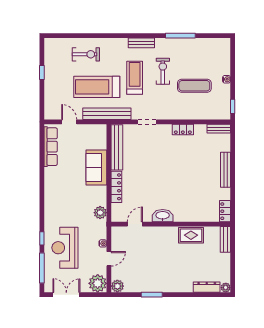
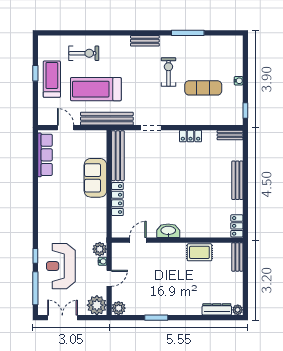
treadmill: (135, 78) -> (52, 79), moved
plant: (100, 213) -> (100, 249), moved

